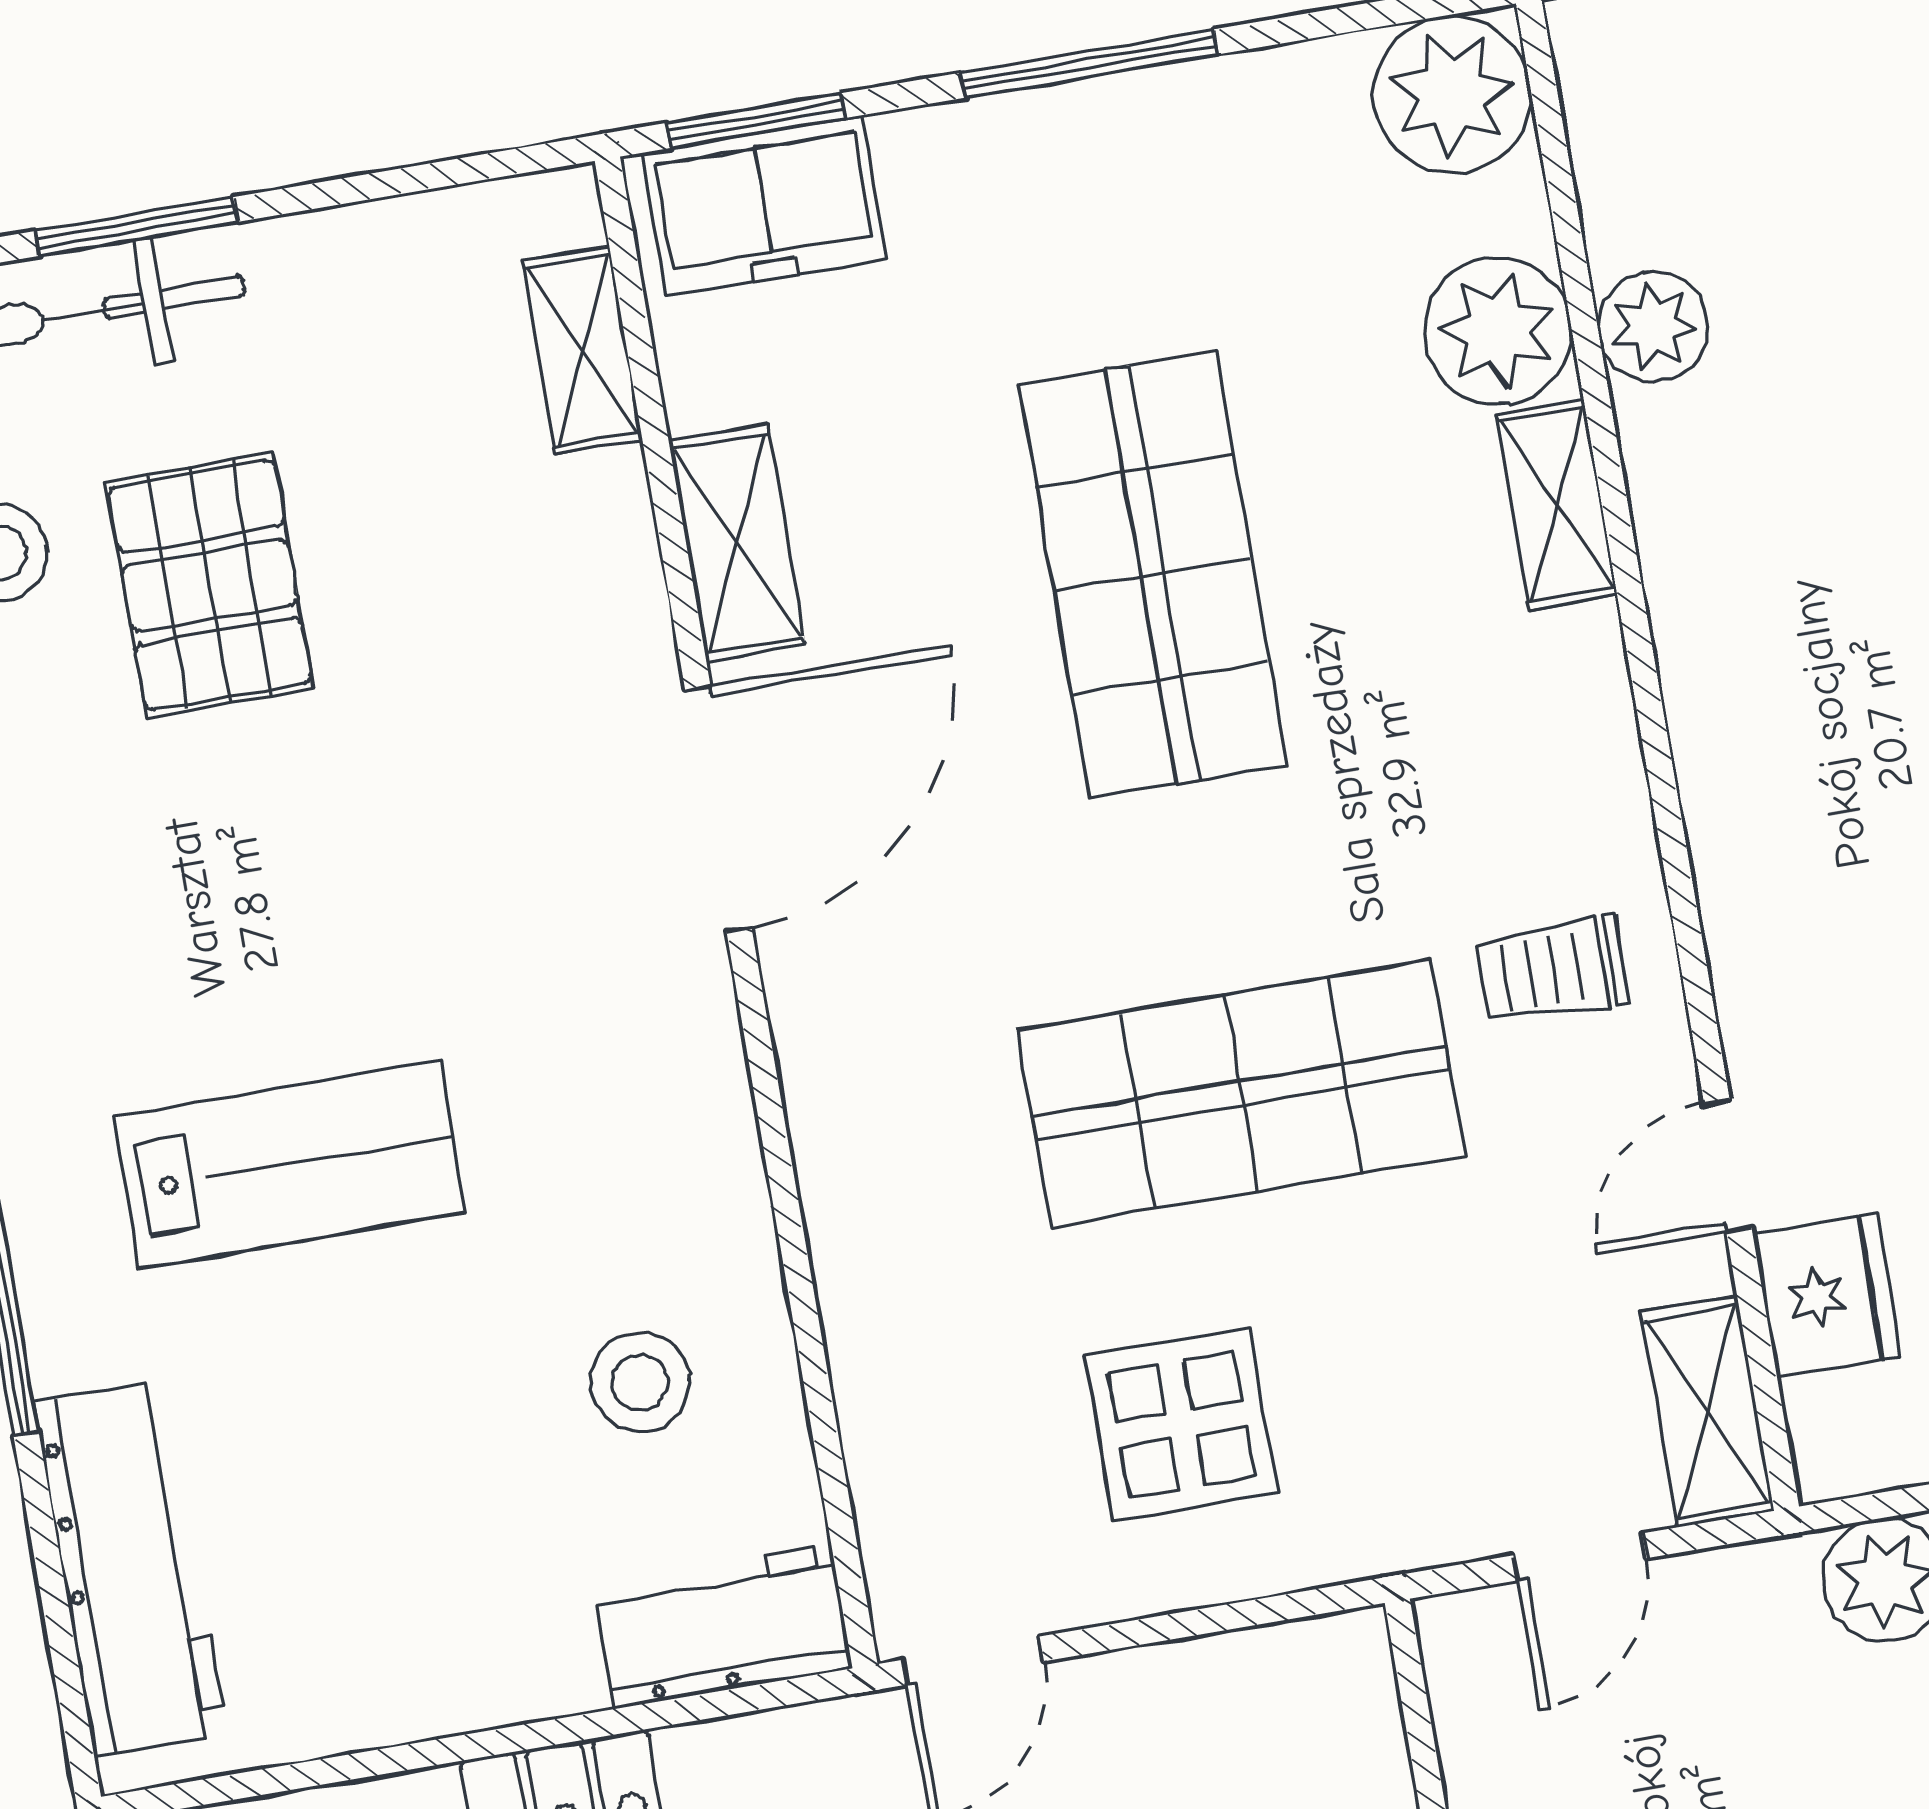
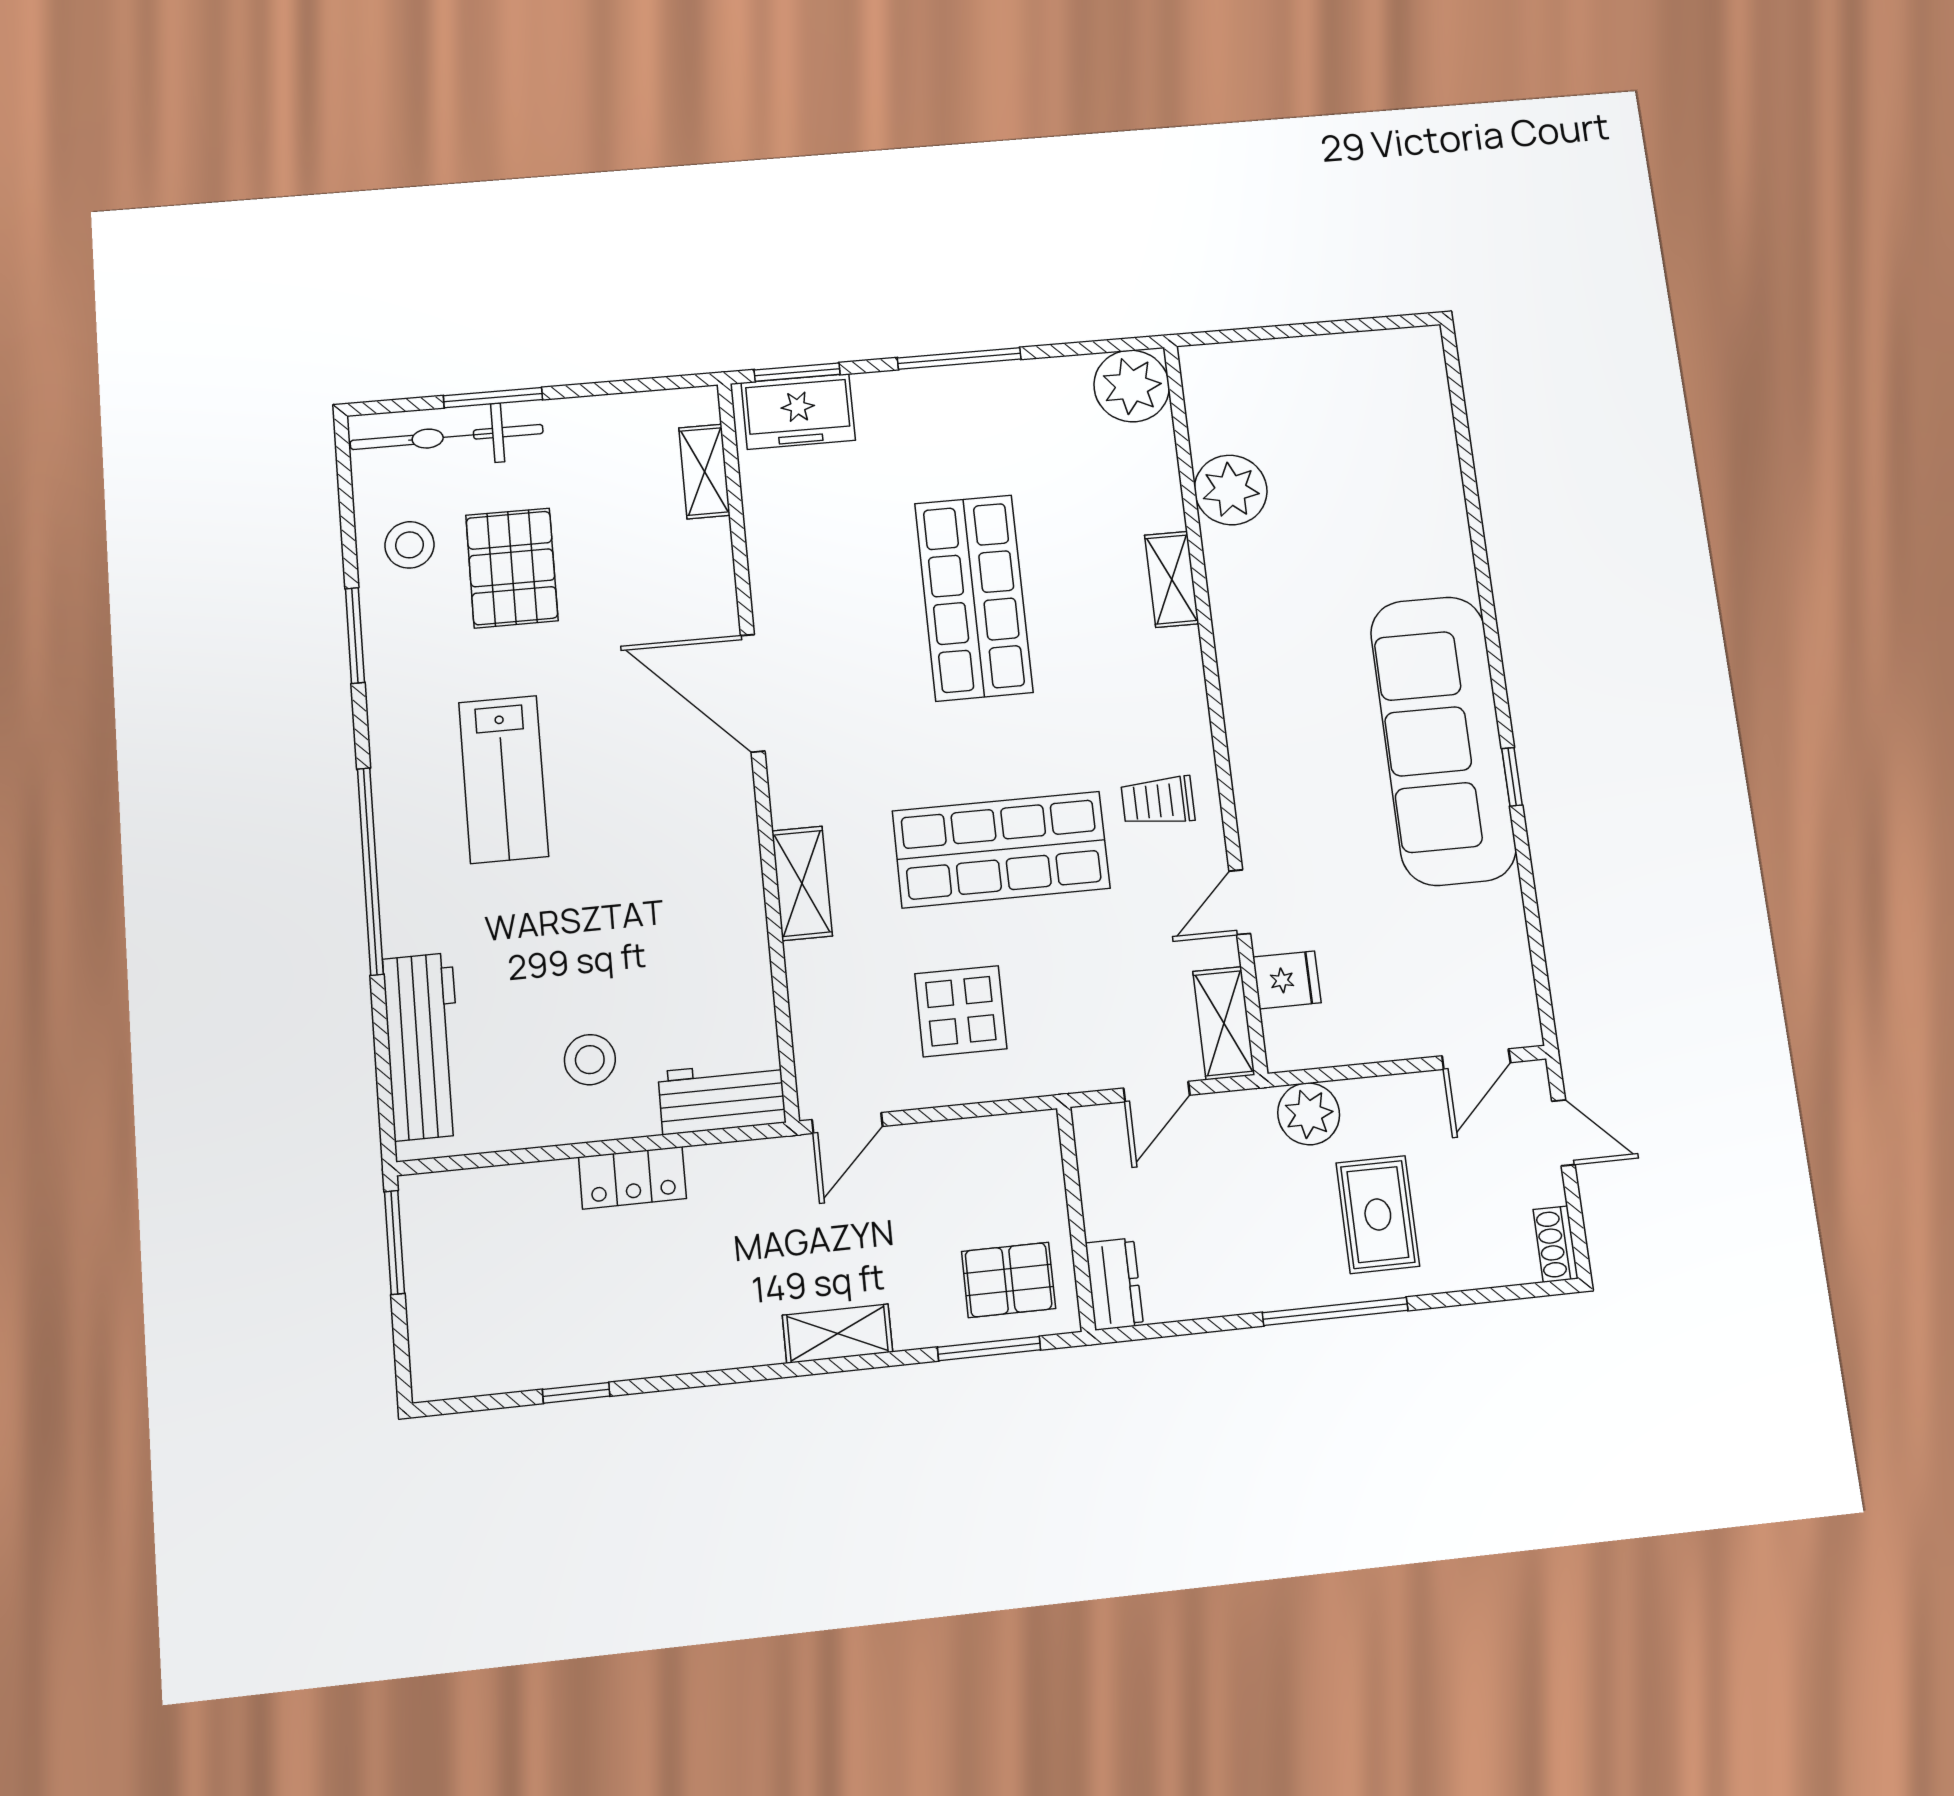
plant: (1653, 326) -> (1231, 490), width x1.36, depth x1.36
plant: (1498, 331) -> (1148, 496), removed
shelving: (737, 543) -> (802, 883), moved
door: (718, 809) -> (753, 693), swing flipped
lab bench: (290, 1164) -> (504, 779), moved, turned 90
fridge: (1827, 1296) -> (1287, 980), width x0.72
stool: (640, 1382) -> (590, 1060), moved

